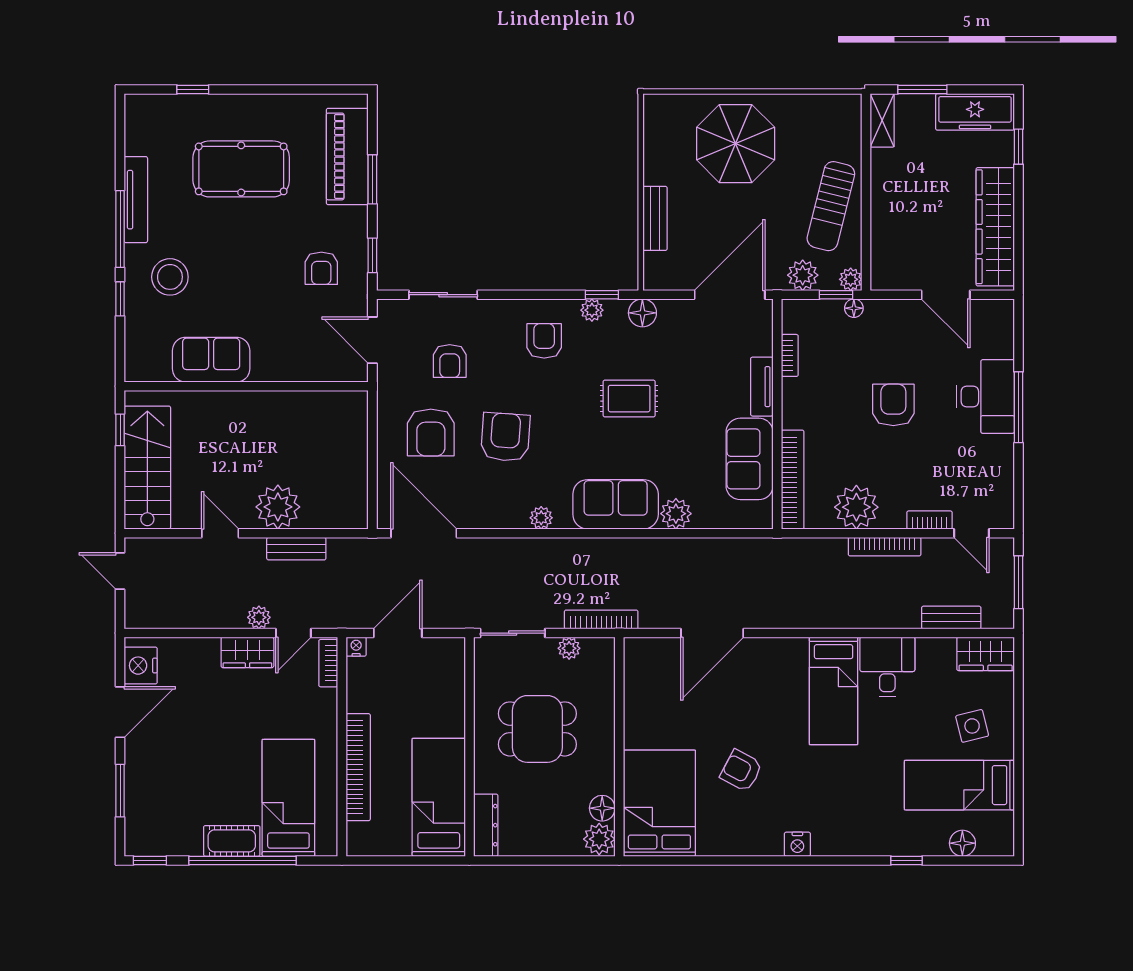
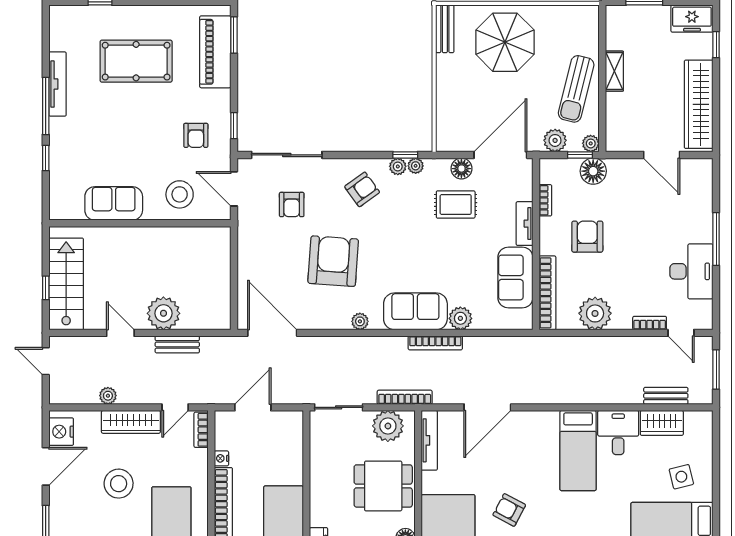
freezer: (975, 112) -> (692, 19), width x0.71
shelving: (882, 120) -> (614, 71), moved
window: (372, 179) -> (234, 35), moved
bench: (655, 218) -> (445, 29), moved
stool: (170, 277) -> (180, 194), moved
sliding door: (443, 295) -> (287, 155), width x1.37
floor lamp: (854, 308) -> (593, 171), width x1.89, depth x1.89
plant: (616, 309) -> (416, 166), added
floor lamp: (642, 313) -> (461, 169), moved
armchair: (544, 341) -> (362, 189), turned 54
desk: (985, 396) -> (691, 271), moved
rug: (629, 399) -> (456, 204), moved
armchair: (893, 405) -> (587, 237), moved
window: (120, 430) -> (46, 288), moved
armchair: (431, 432) -> (278, 258), removed
armchair: (505, 437) -> (333, 261), width x1.36, depth x1.36
bookcase: (885, 547) -> (435, 343), moved
plant: (259, 617) -> (108, 396), moved
nightstand: (356, 647) -> (221, 458), moved, turned -90
plant: (569, 648) -> (388, 426), width x1.88, depth x1.88
wardrobe: (247, 652) -> (131, 422), width x1.50
wardrobe: (986, 654) -> (662, 423), moved
tv unit: (634, 677) -> (429, 440), added
dining table: (537, 729) -> (383, 486), moved
stool: (218, 735) -> (119, 484), added

